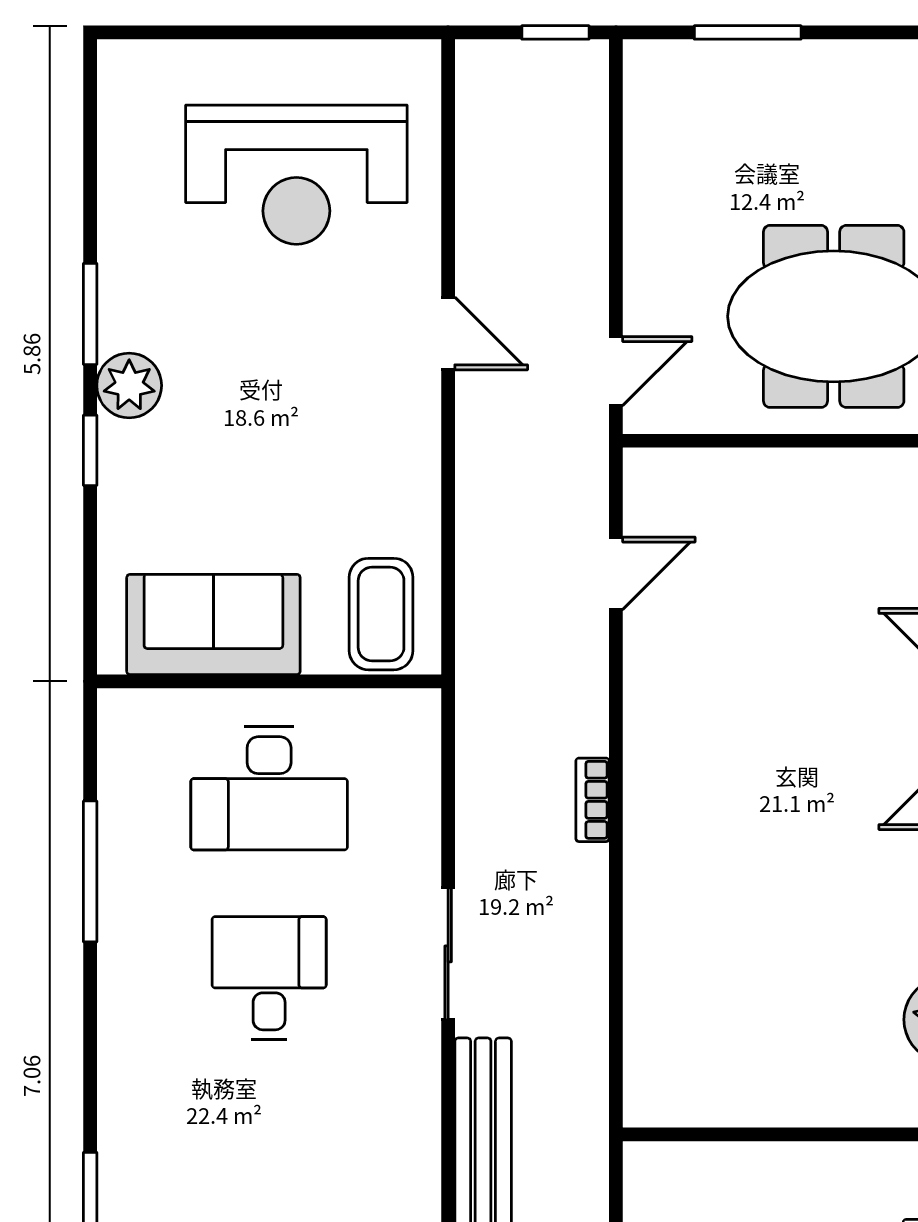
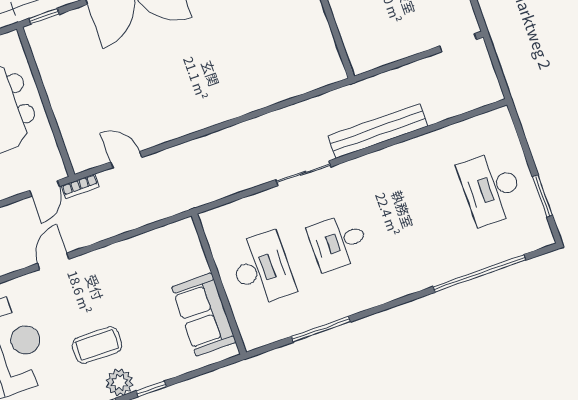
door: (616, 371) -> (45, 188), swing flipped
coffee table: (381, 614) -> (97, 345), moved
bookcase: (593, 800) -> (80, 186), moved

